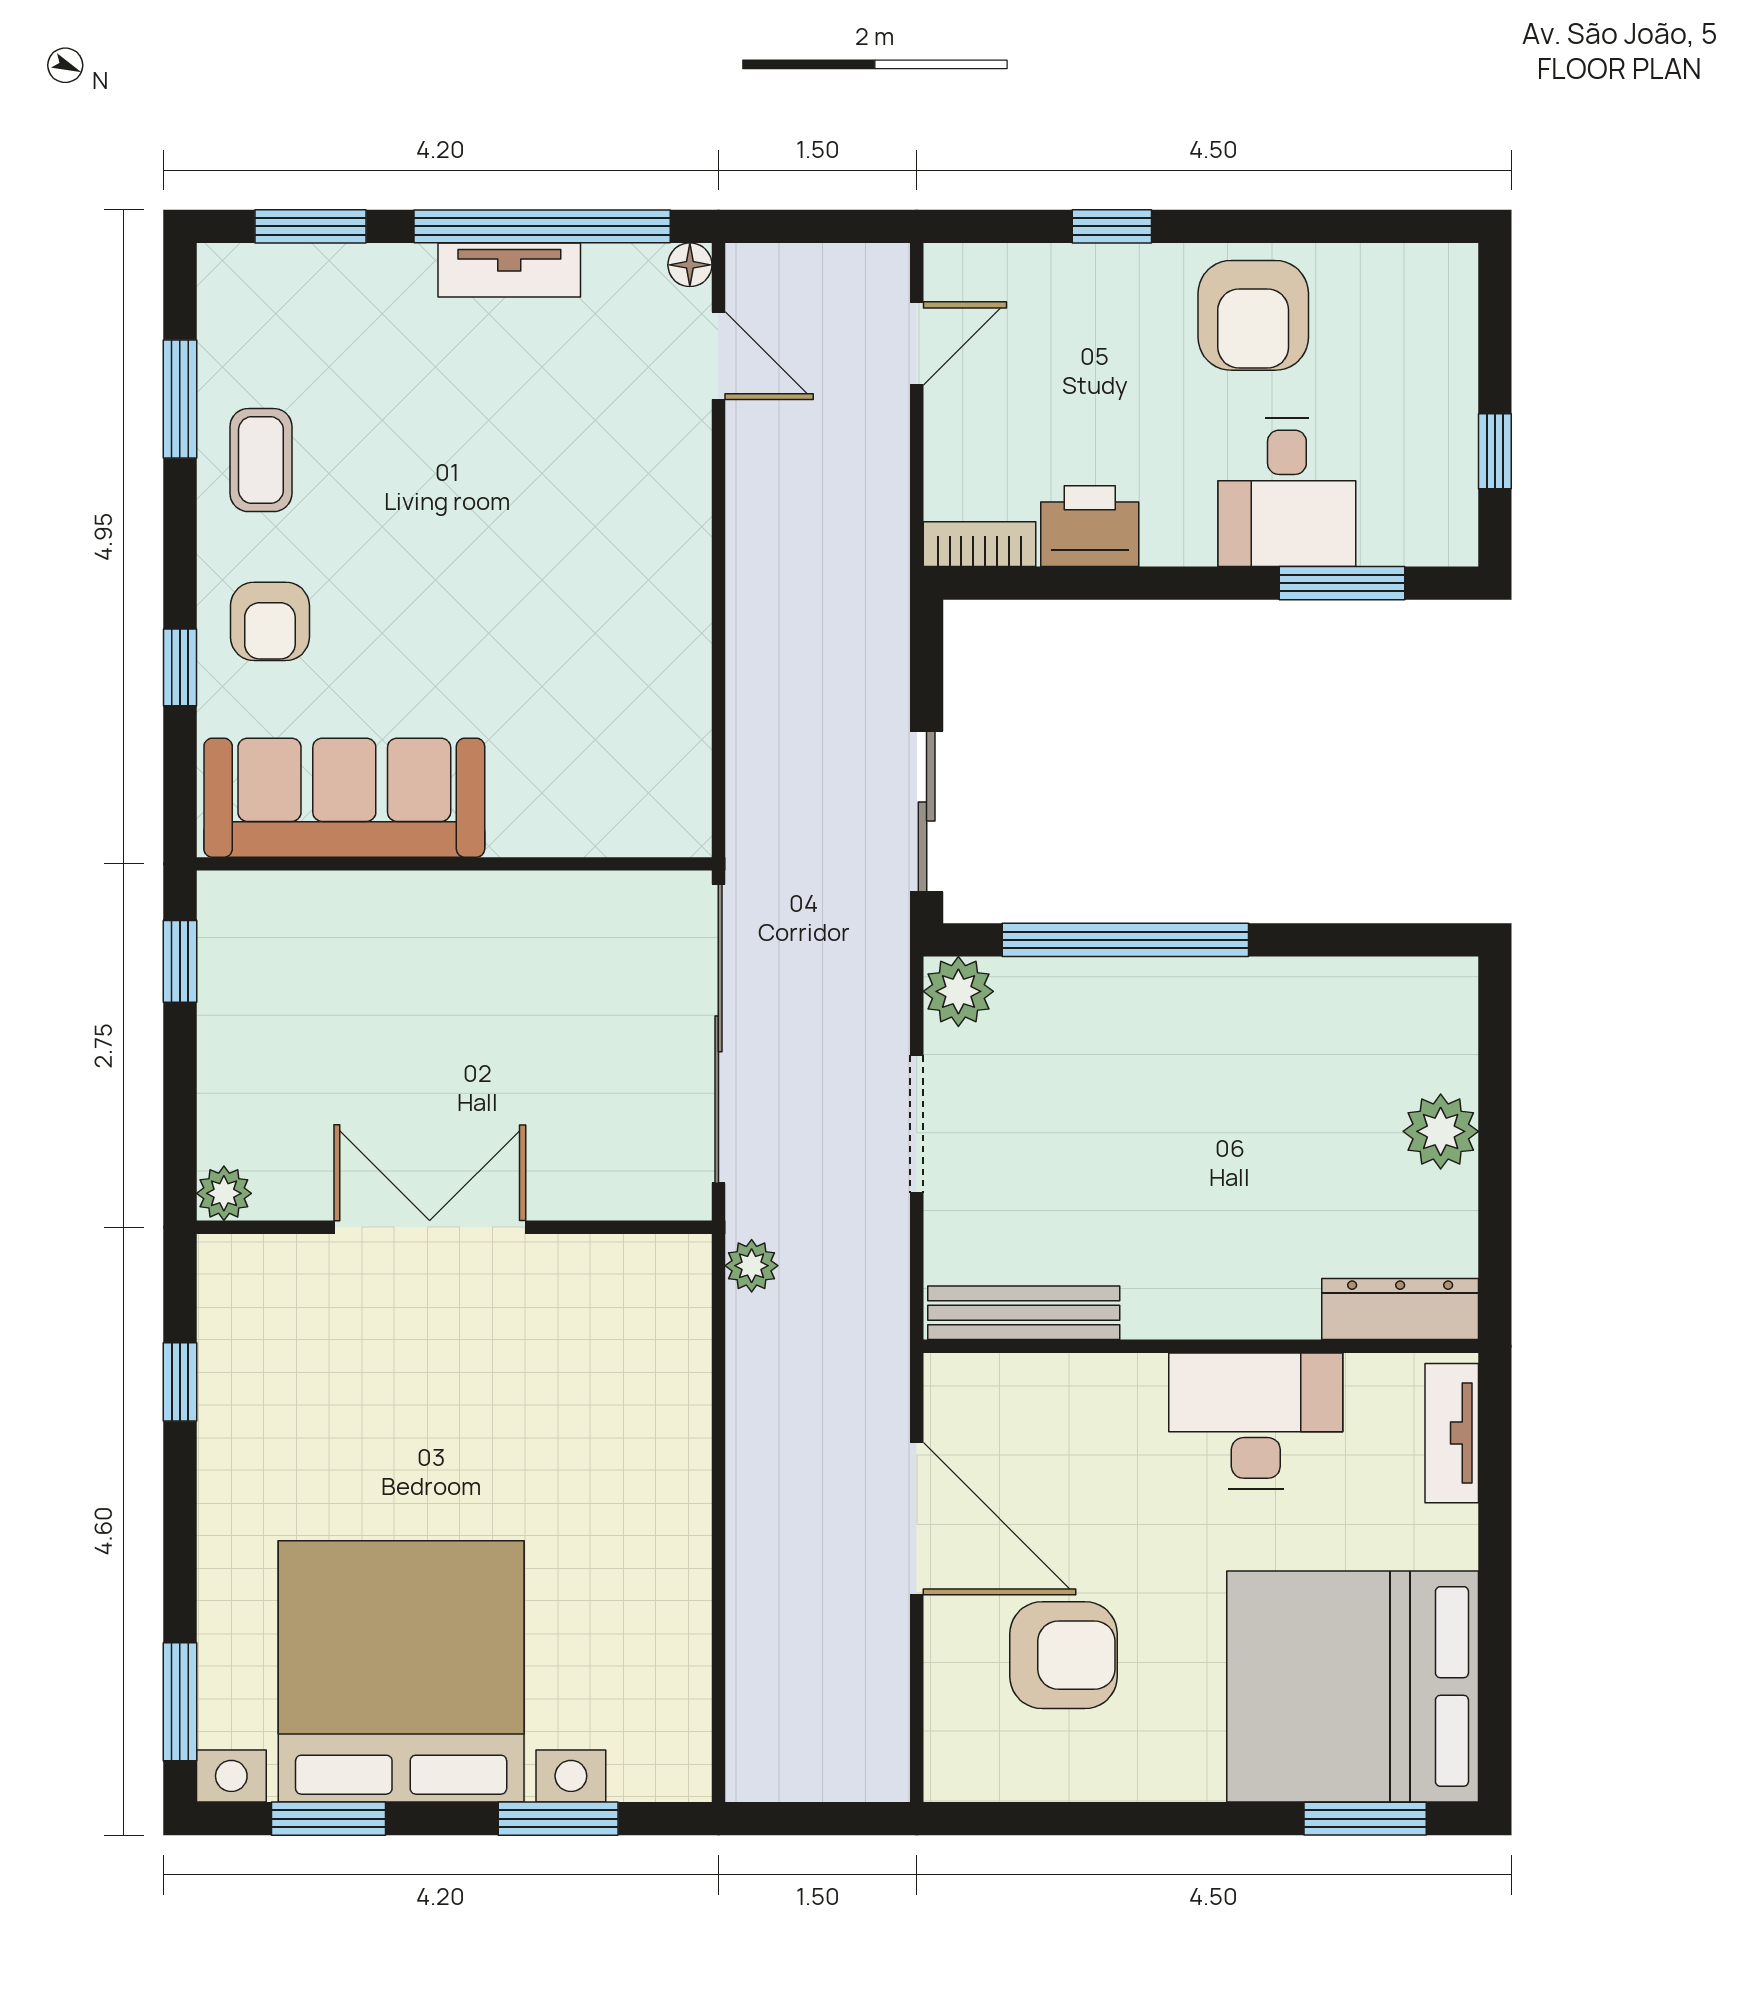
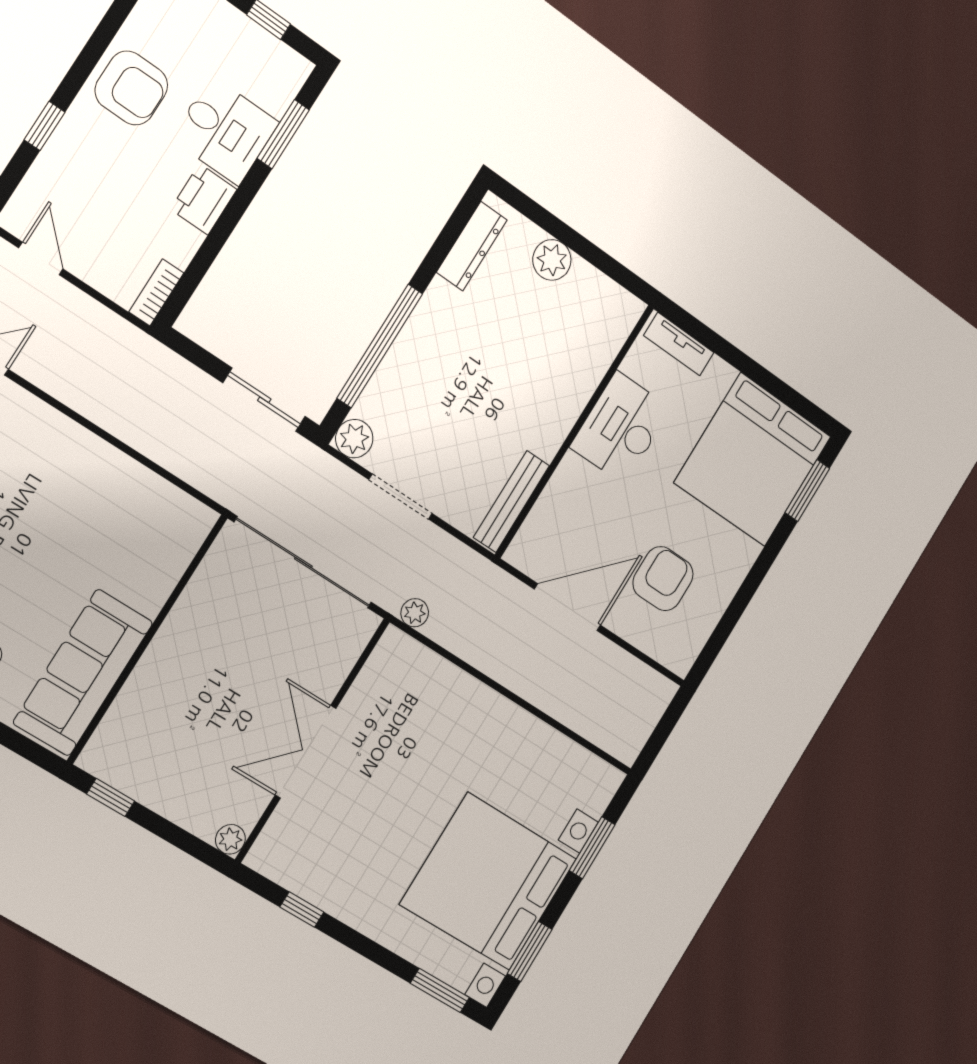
printer: (1090, 526) -> (204, 199), moved
dresser: (1400, 1309) -> (472, 246), moved, turned 180

